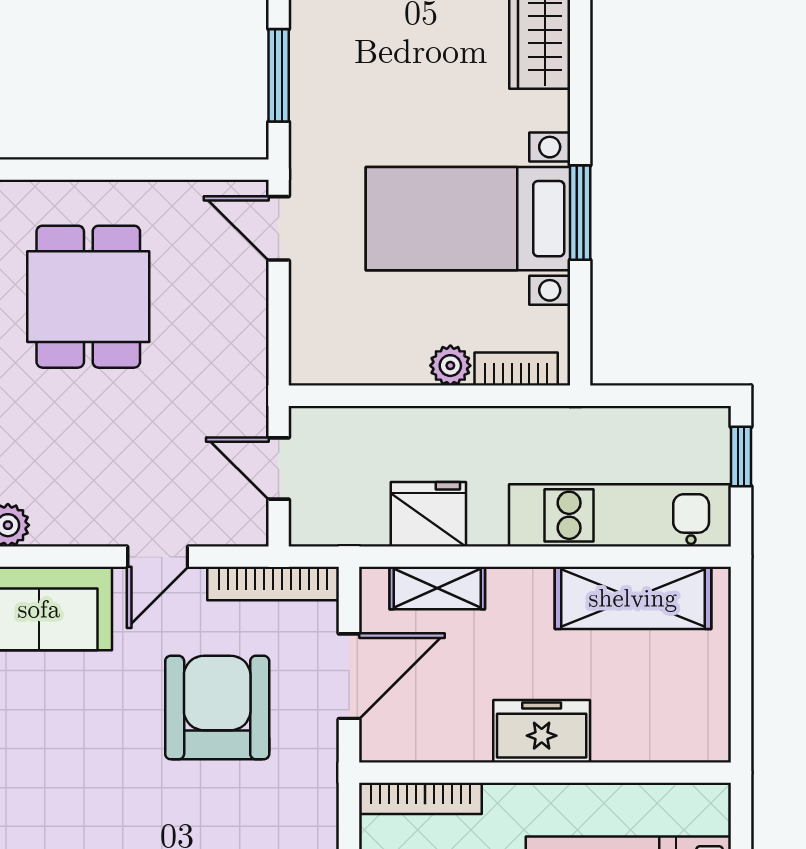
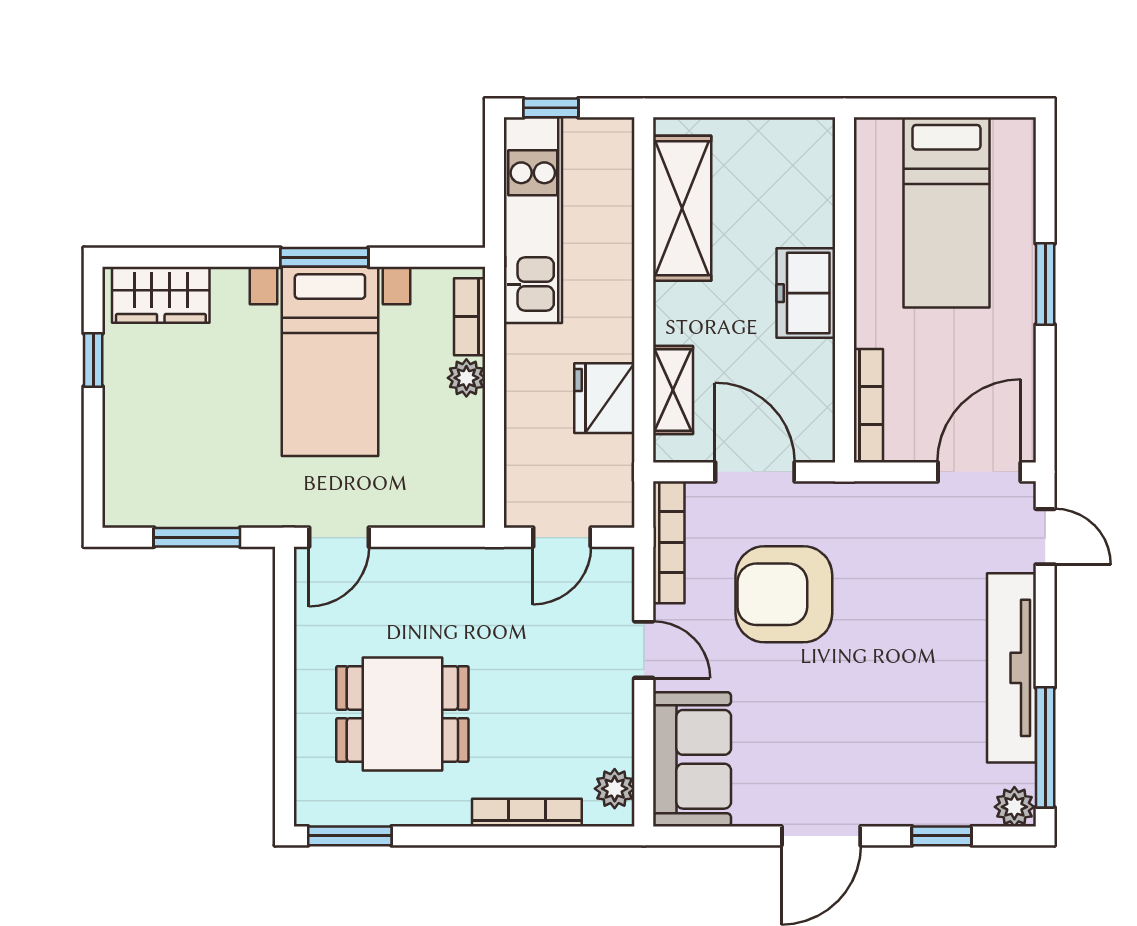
kitchen unit: (620, 515) -> (533, 220), moved, turned 180

